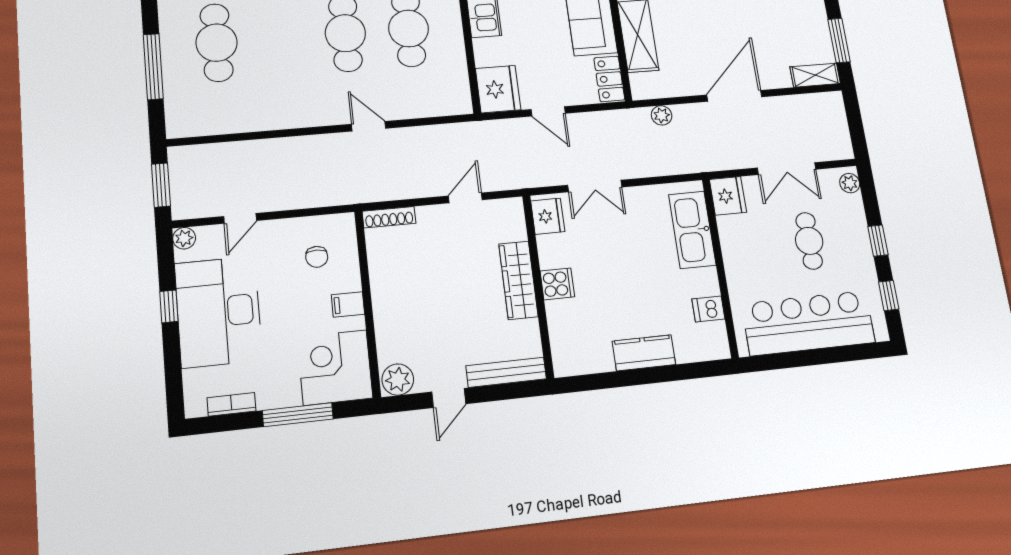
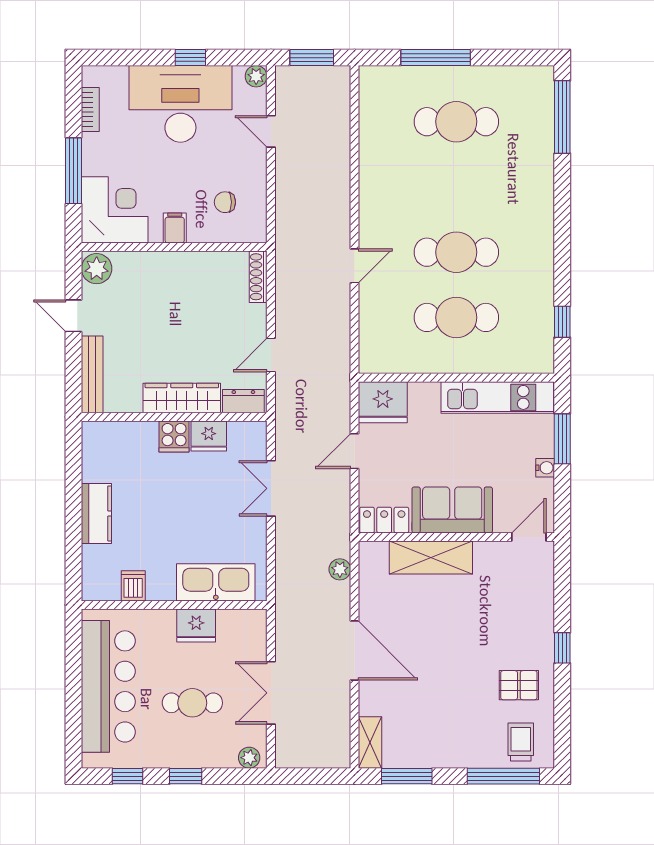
fridge: (728, 196) -> (196, 625), moved
door: (465, 198) -> (271, 355), swing flipped
fridge: (548, 216) -> (209, 436), moved
dresser: (514, 220) -> (243, 401), added

